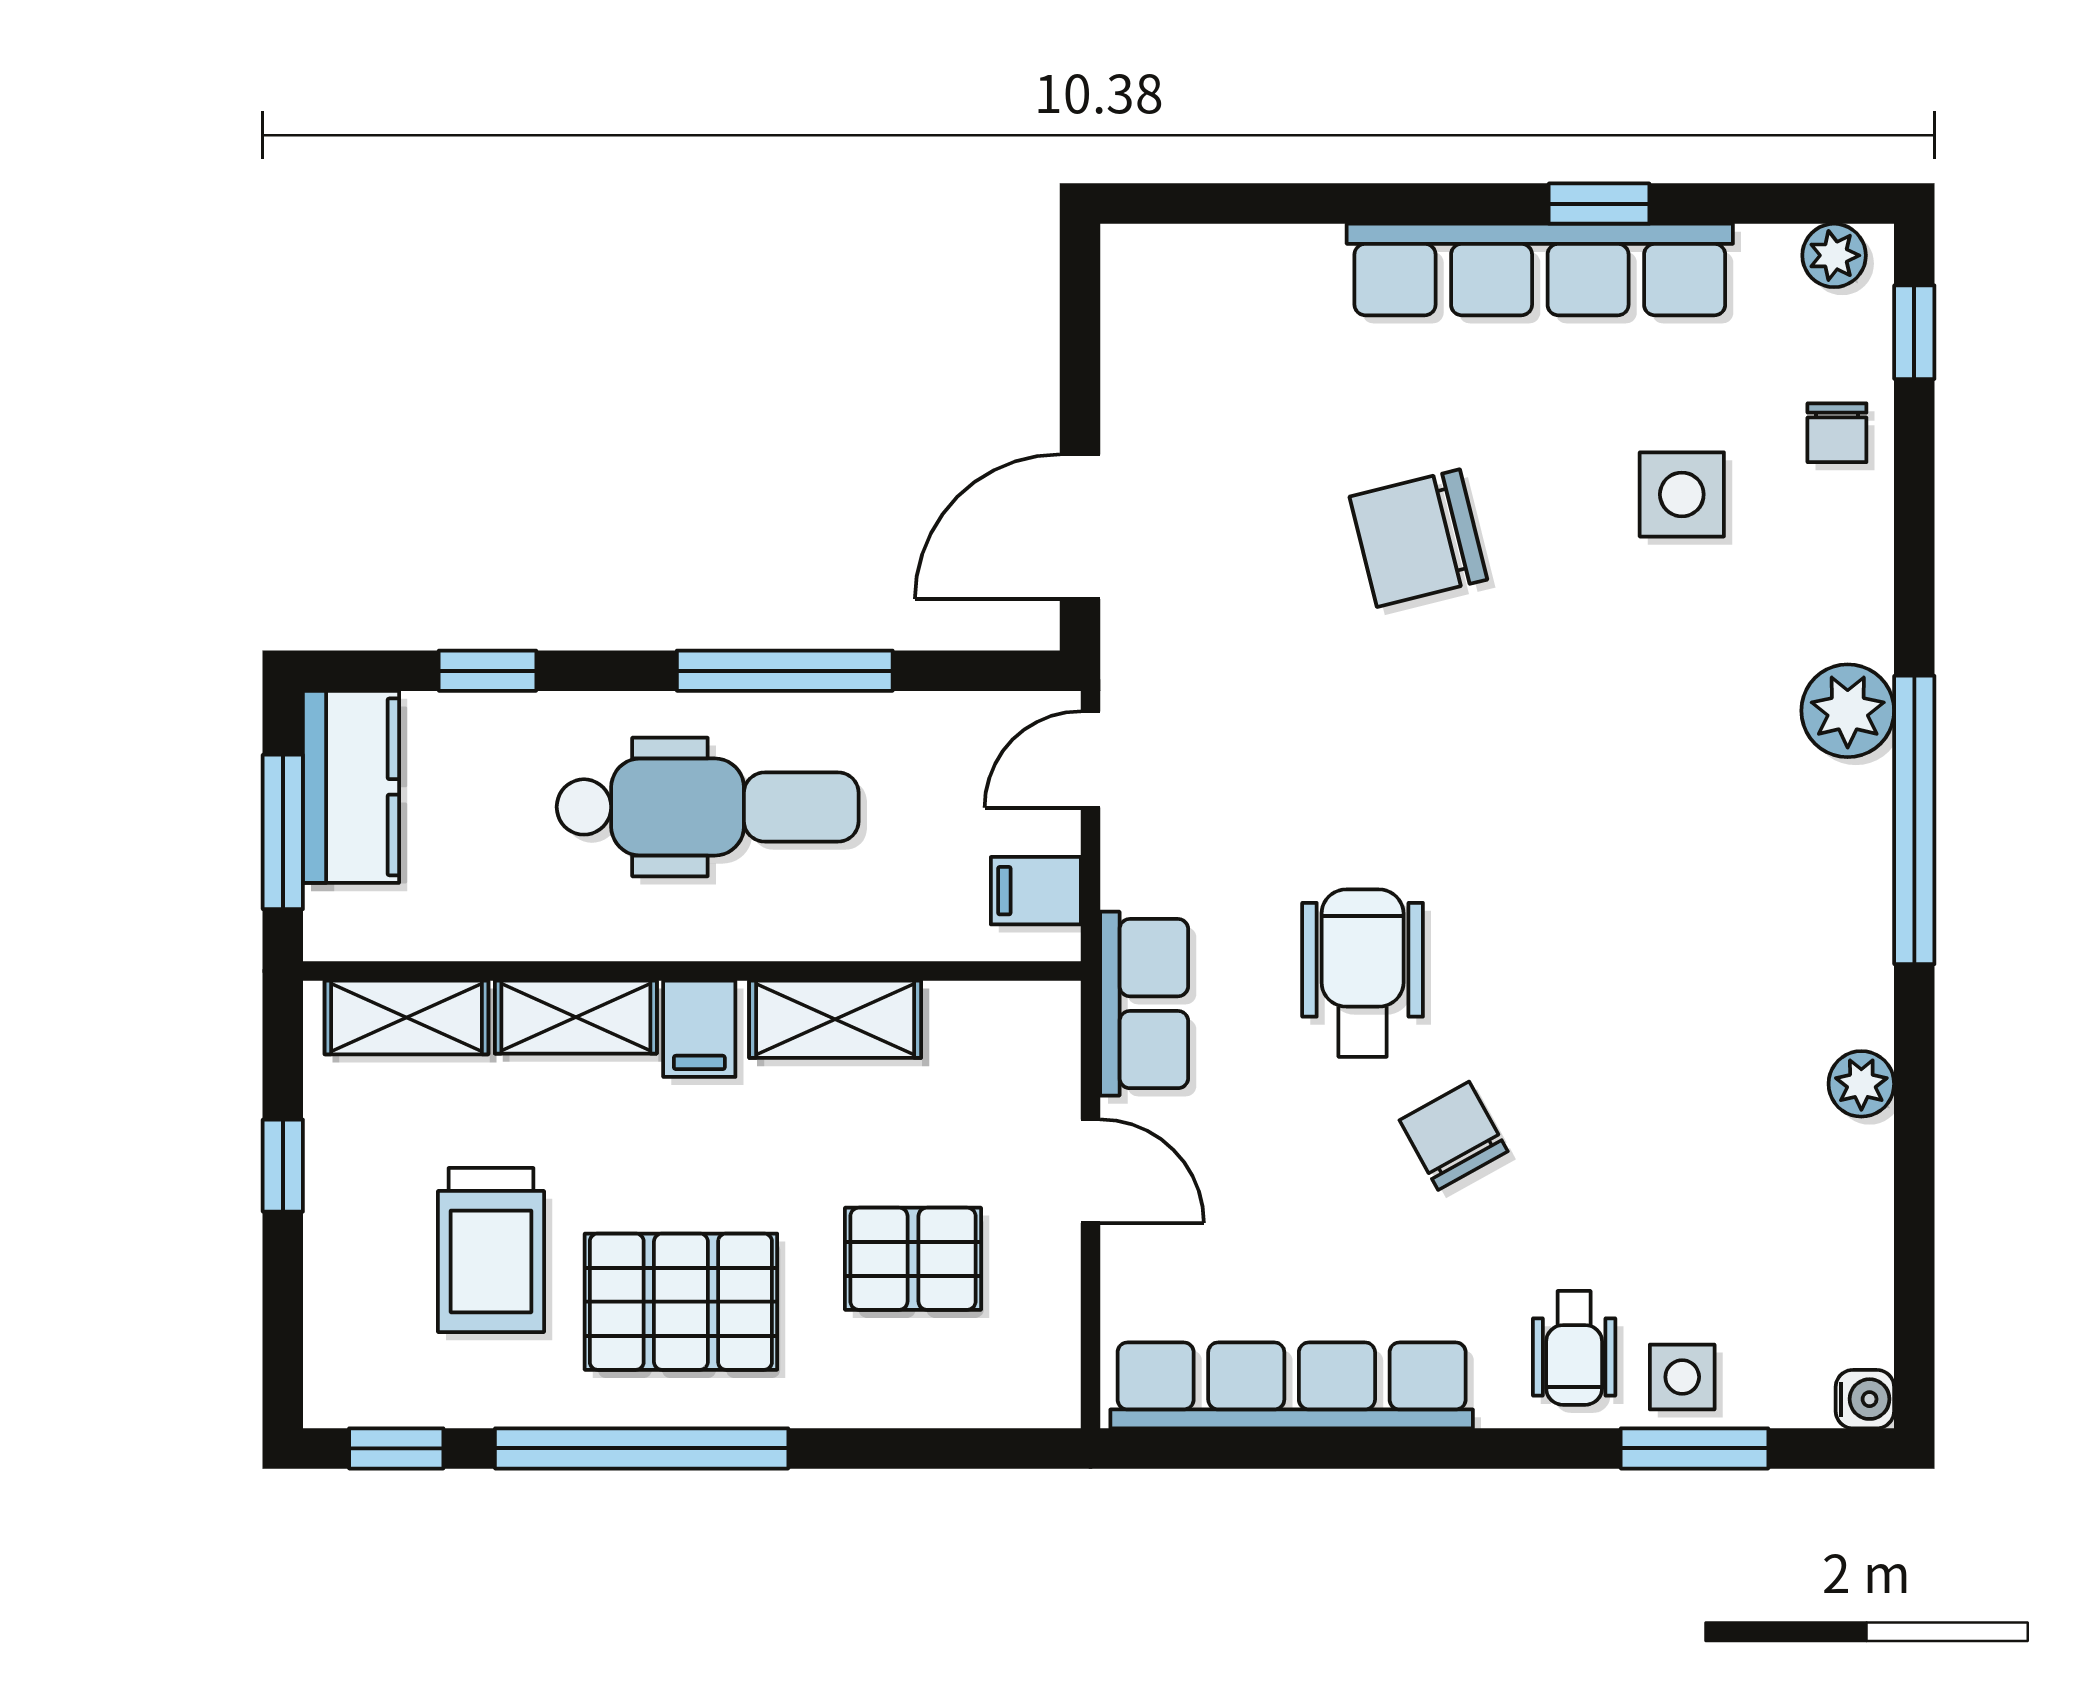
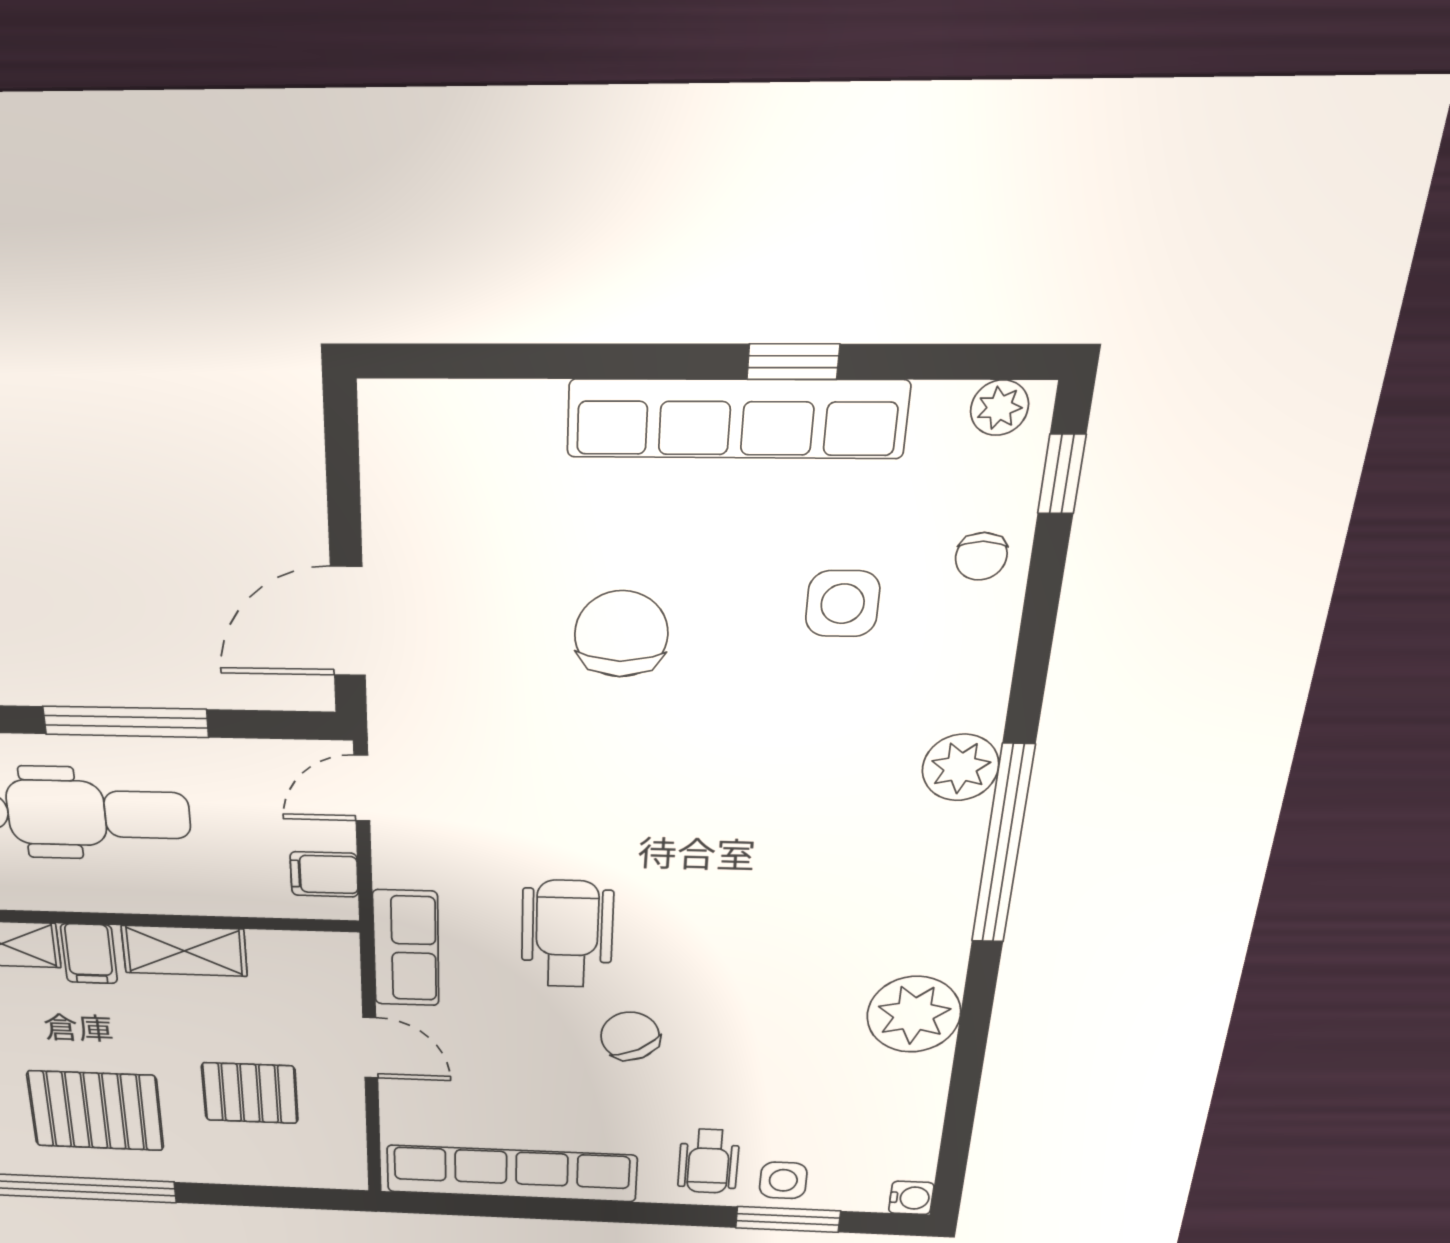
chair: (1418, 538) -> (621, 634), turned 104
plant: (1861, 1084) -> (914, 1014), width x1.88, depth x1.88

